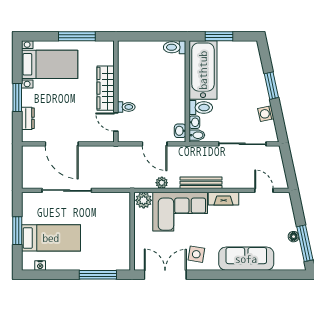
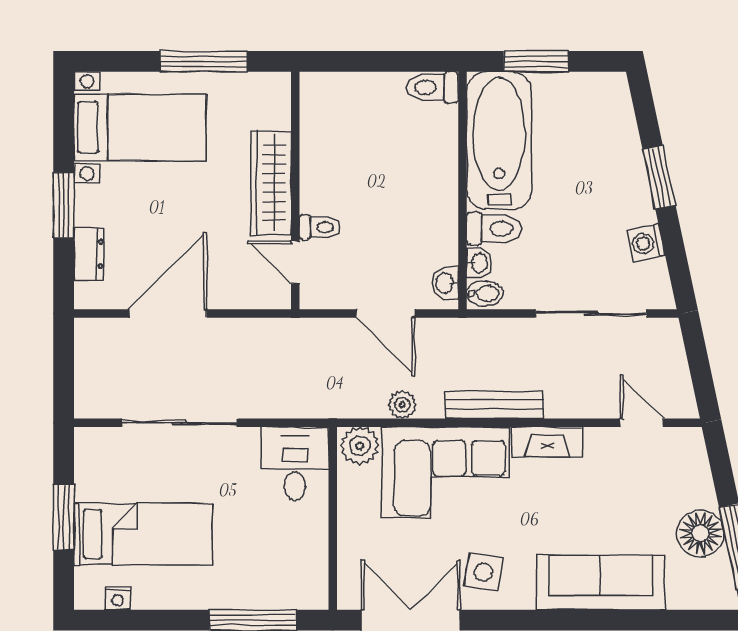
door: (62, 144) -> (168, 313), swing flipped
desk: (116, 208) -> (295, 463), added
floor lamp: (294, 237) -> (700, 533), width x1.89, depth x1.89

